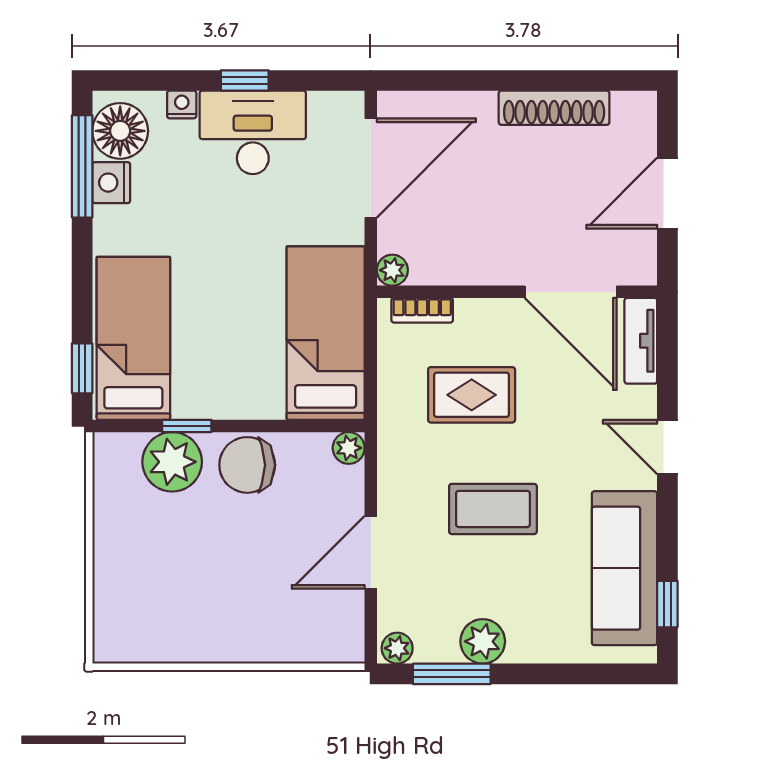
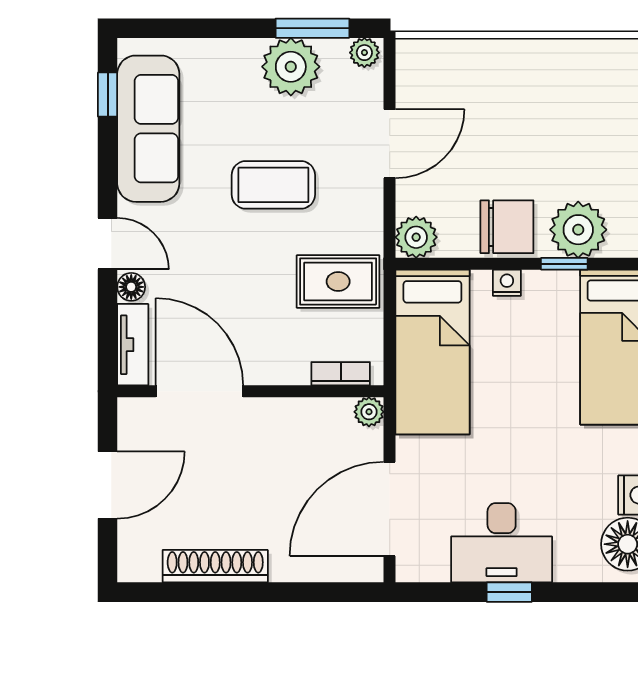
nightstand: (182, 104) -> (507, 283), moved, turned 180
rug: (472, 395) -> (338, 282), moved
floor lamp: (643, 402) -> (131, 287), added
plant: (349, 448) -> (416, 237), width x1.38, depth x1.38
plant: (483, 641) -> (291, 67), width x1.36, depth x1.36

